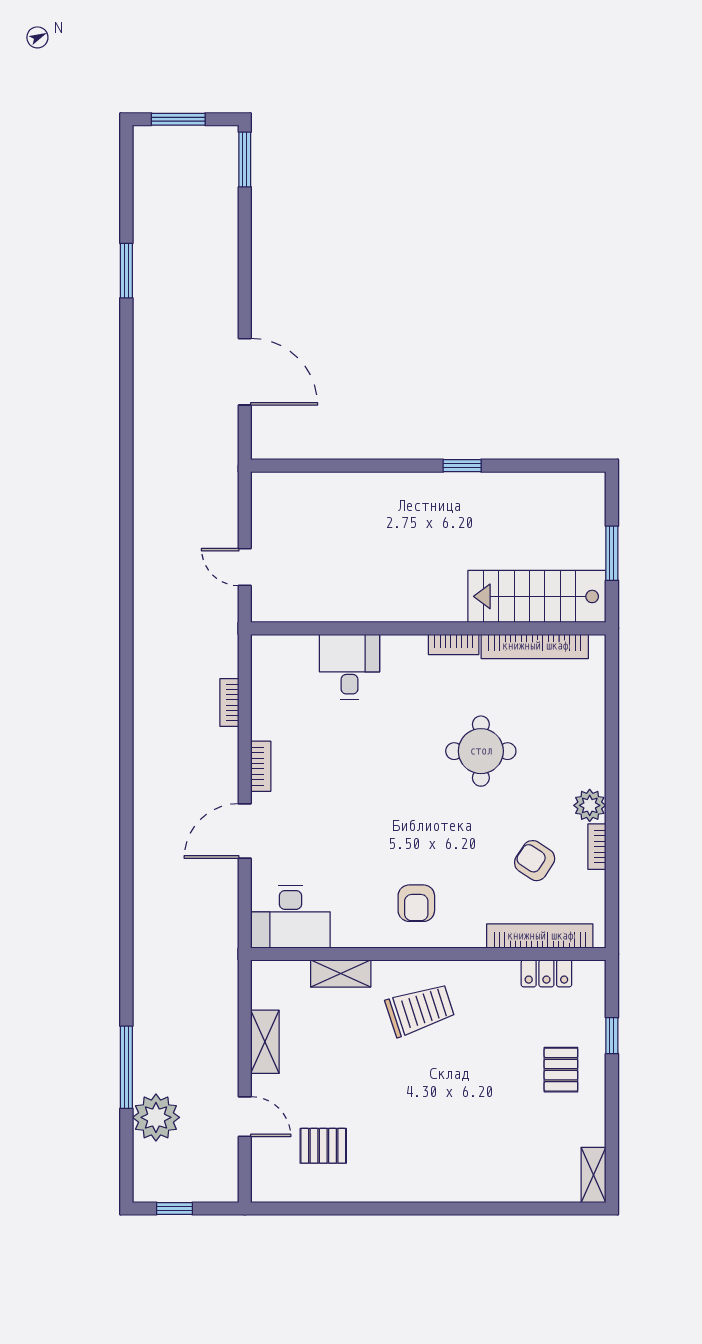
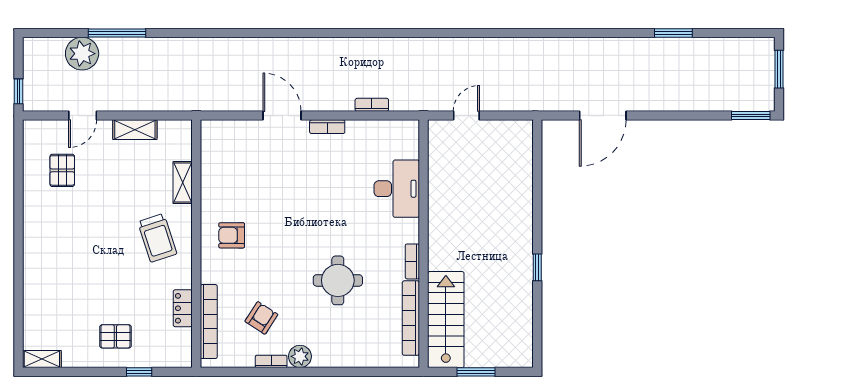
desk: (349, 667) -> (397, 189), width x1.37
desk: (290, 917) -> (222, 147), removed
locker: (546, 973) -> (183, 308), moved
window: (174, 1209) -> (18, 91), moved

